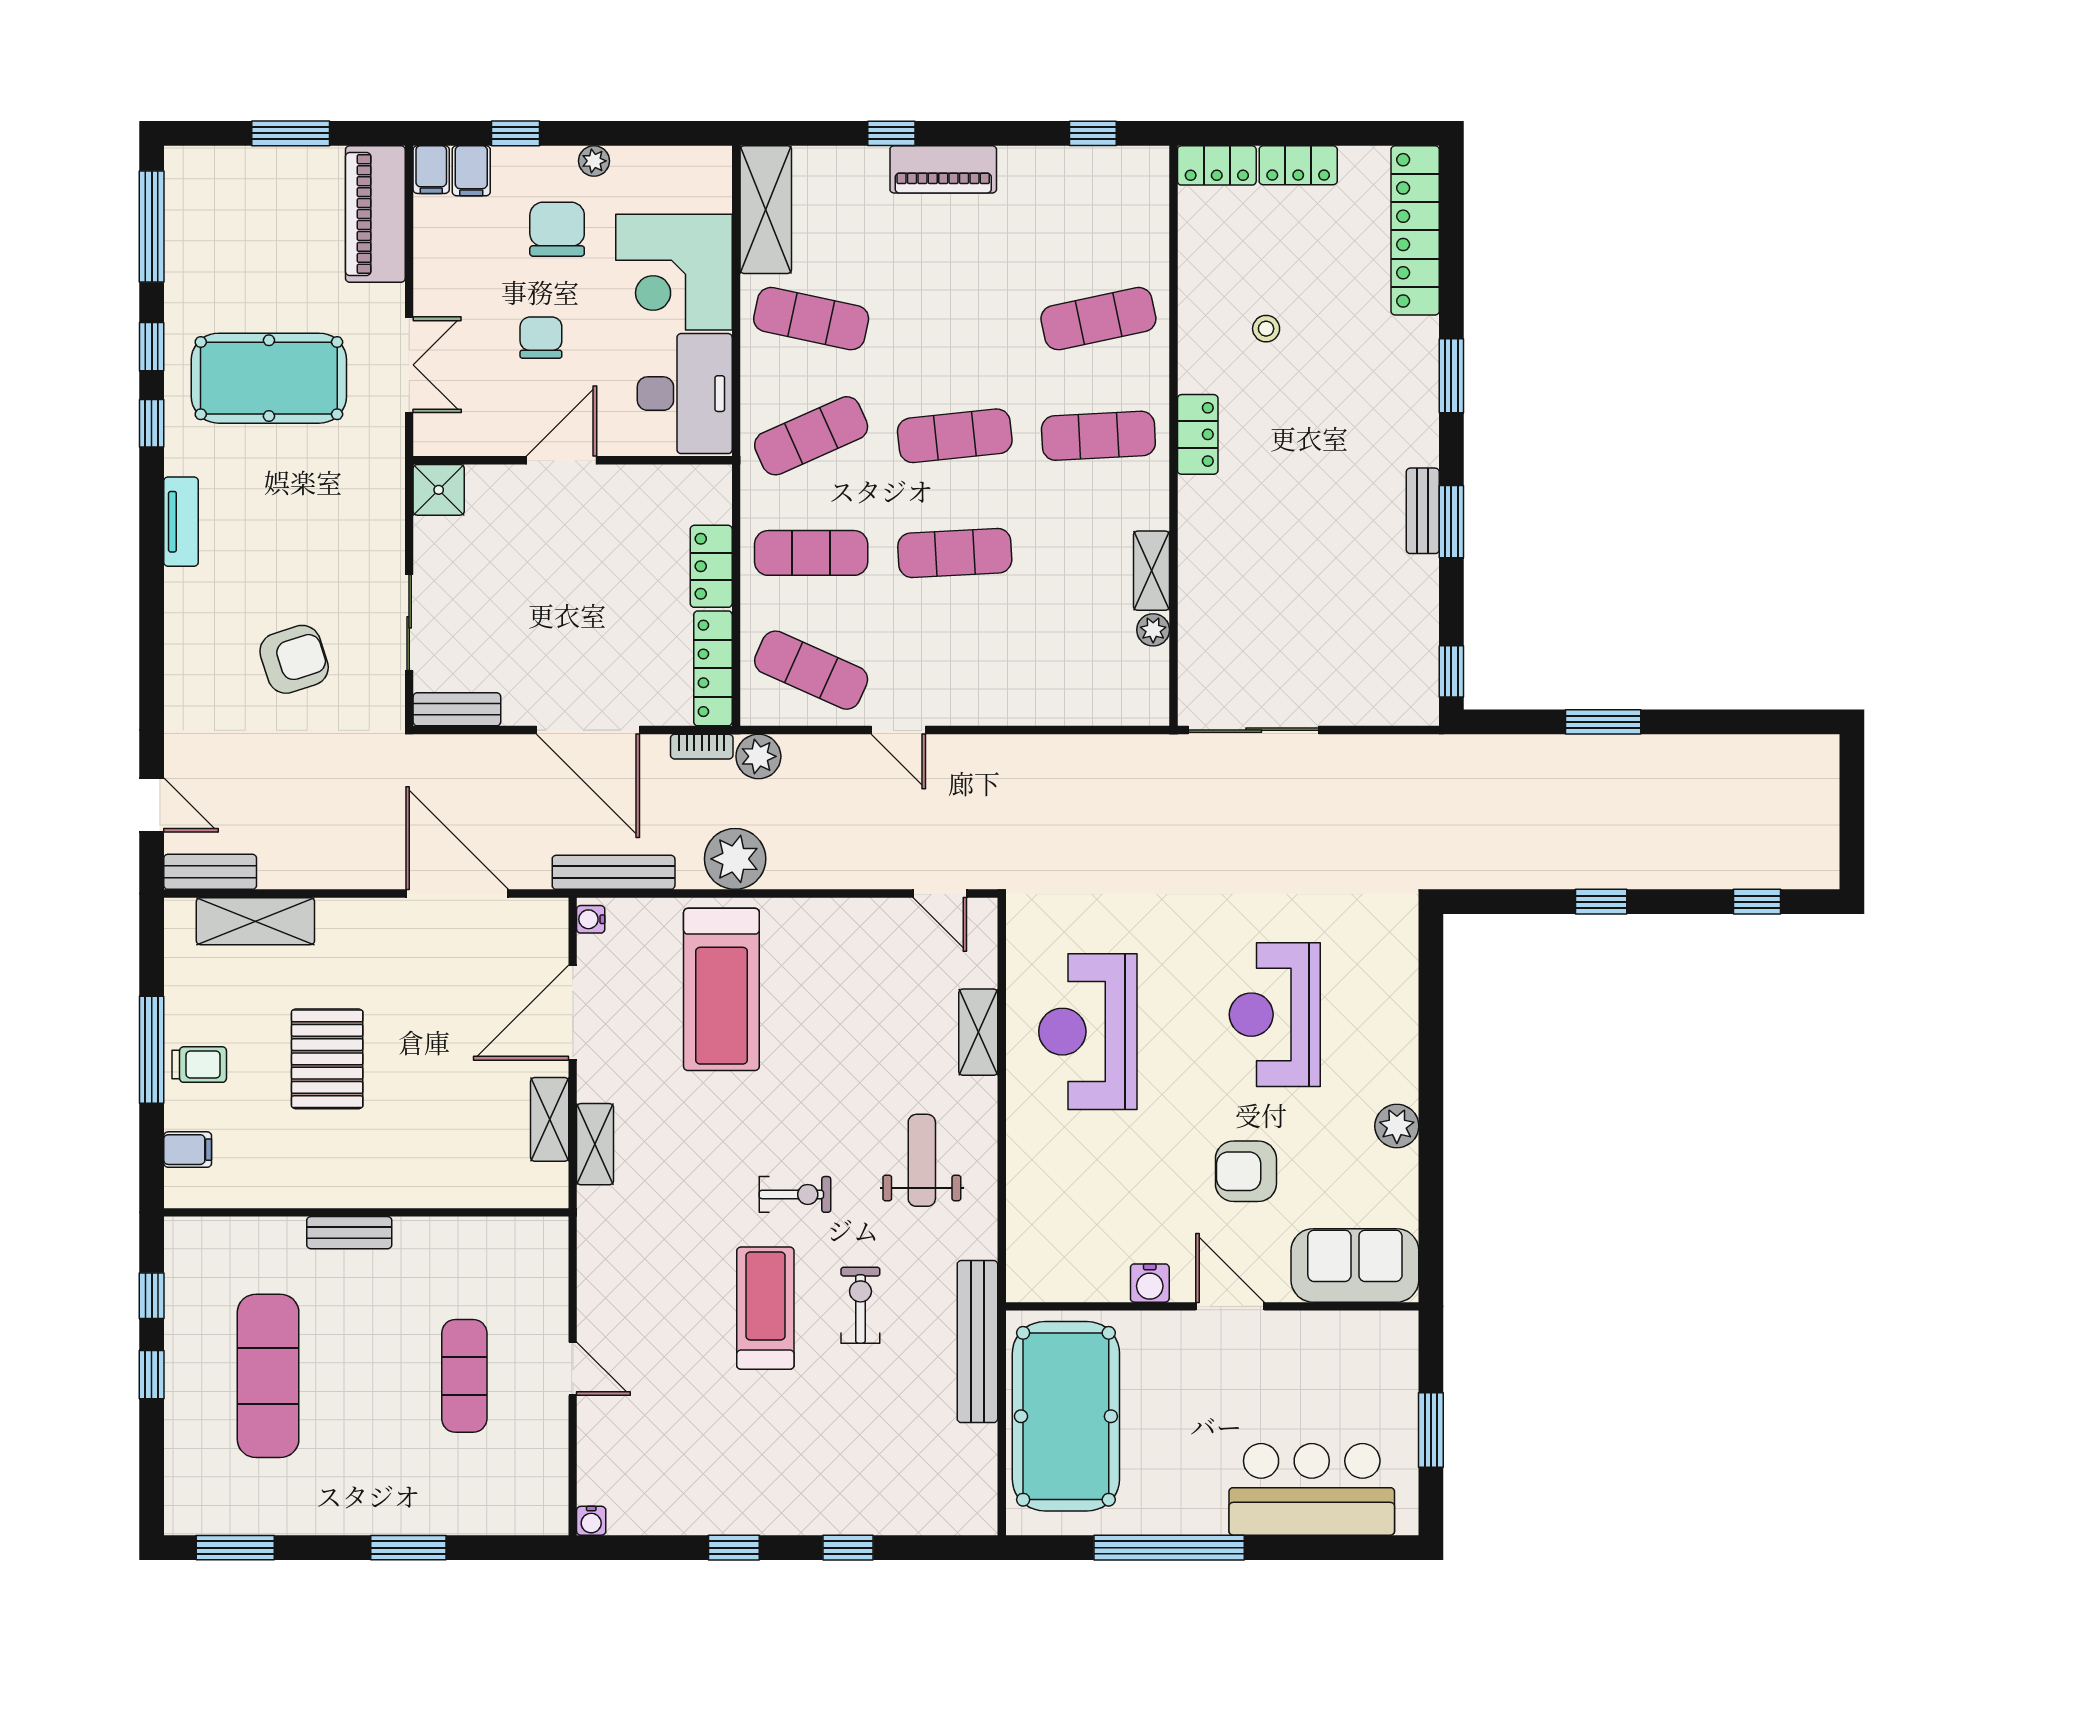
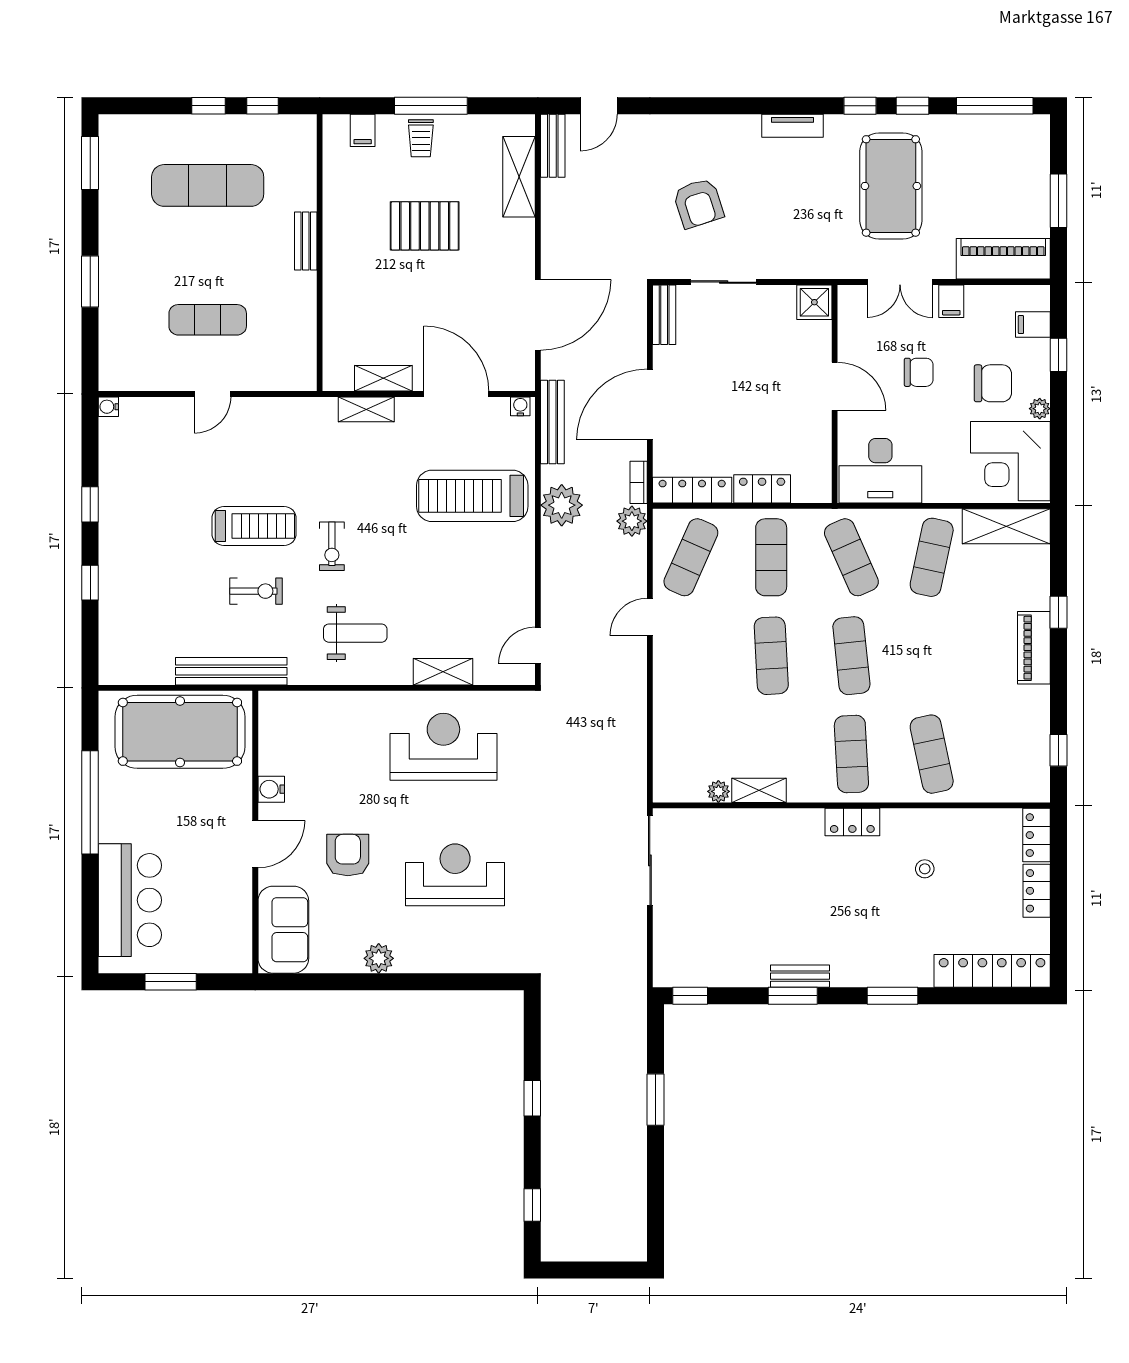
filing cabinet: (431, 170) -> (951, 301), moved, turned -90
corner desk: (674, 272) -> (1010, 461), moved, turned -90

